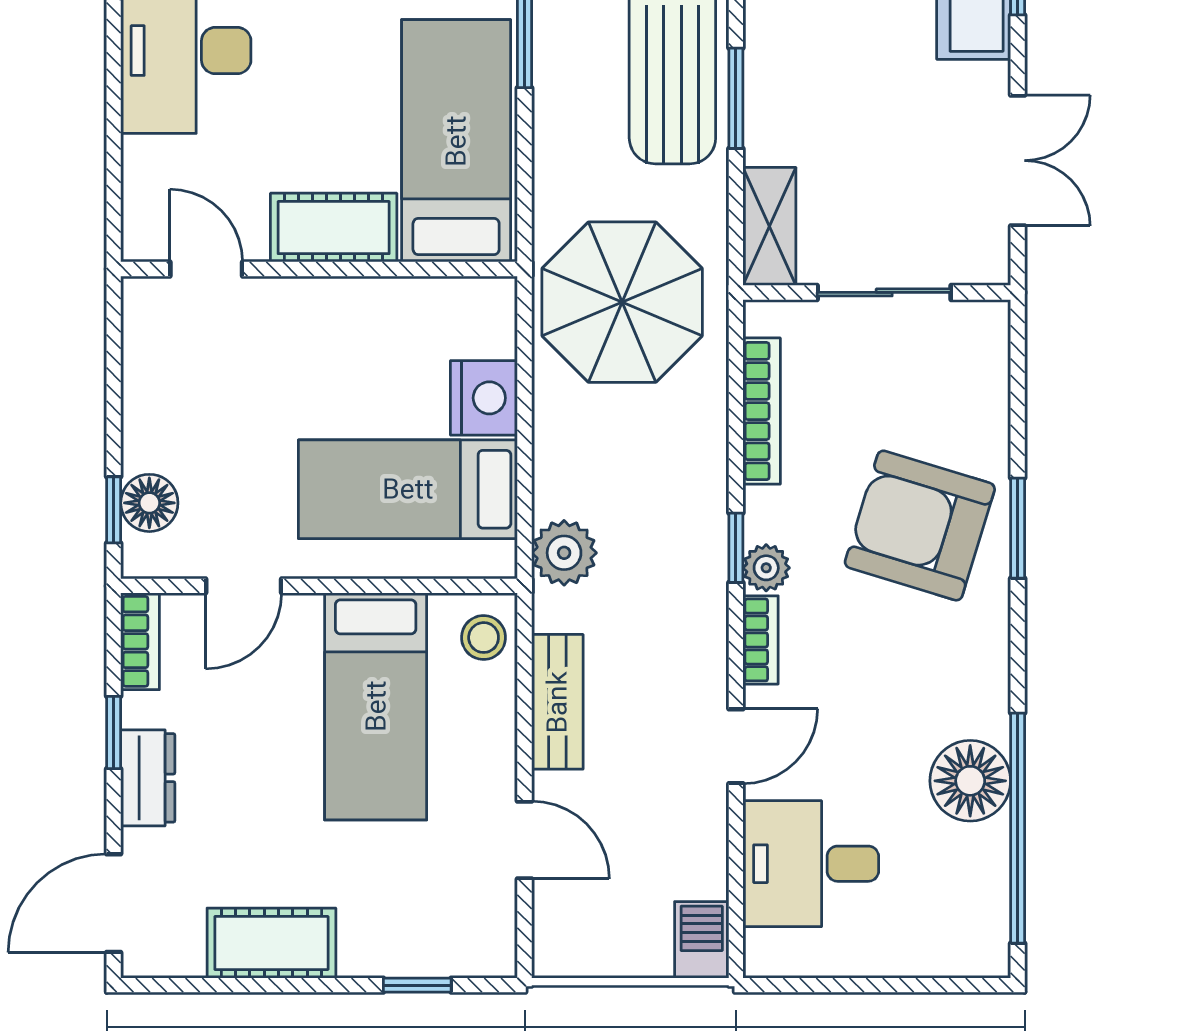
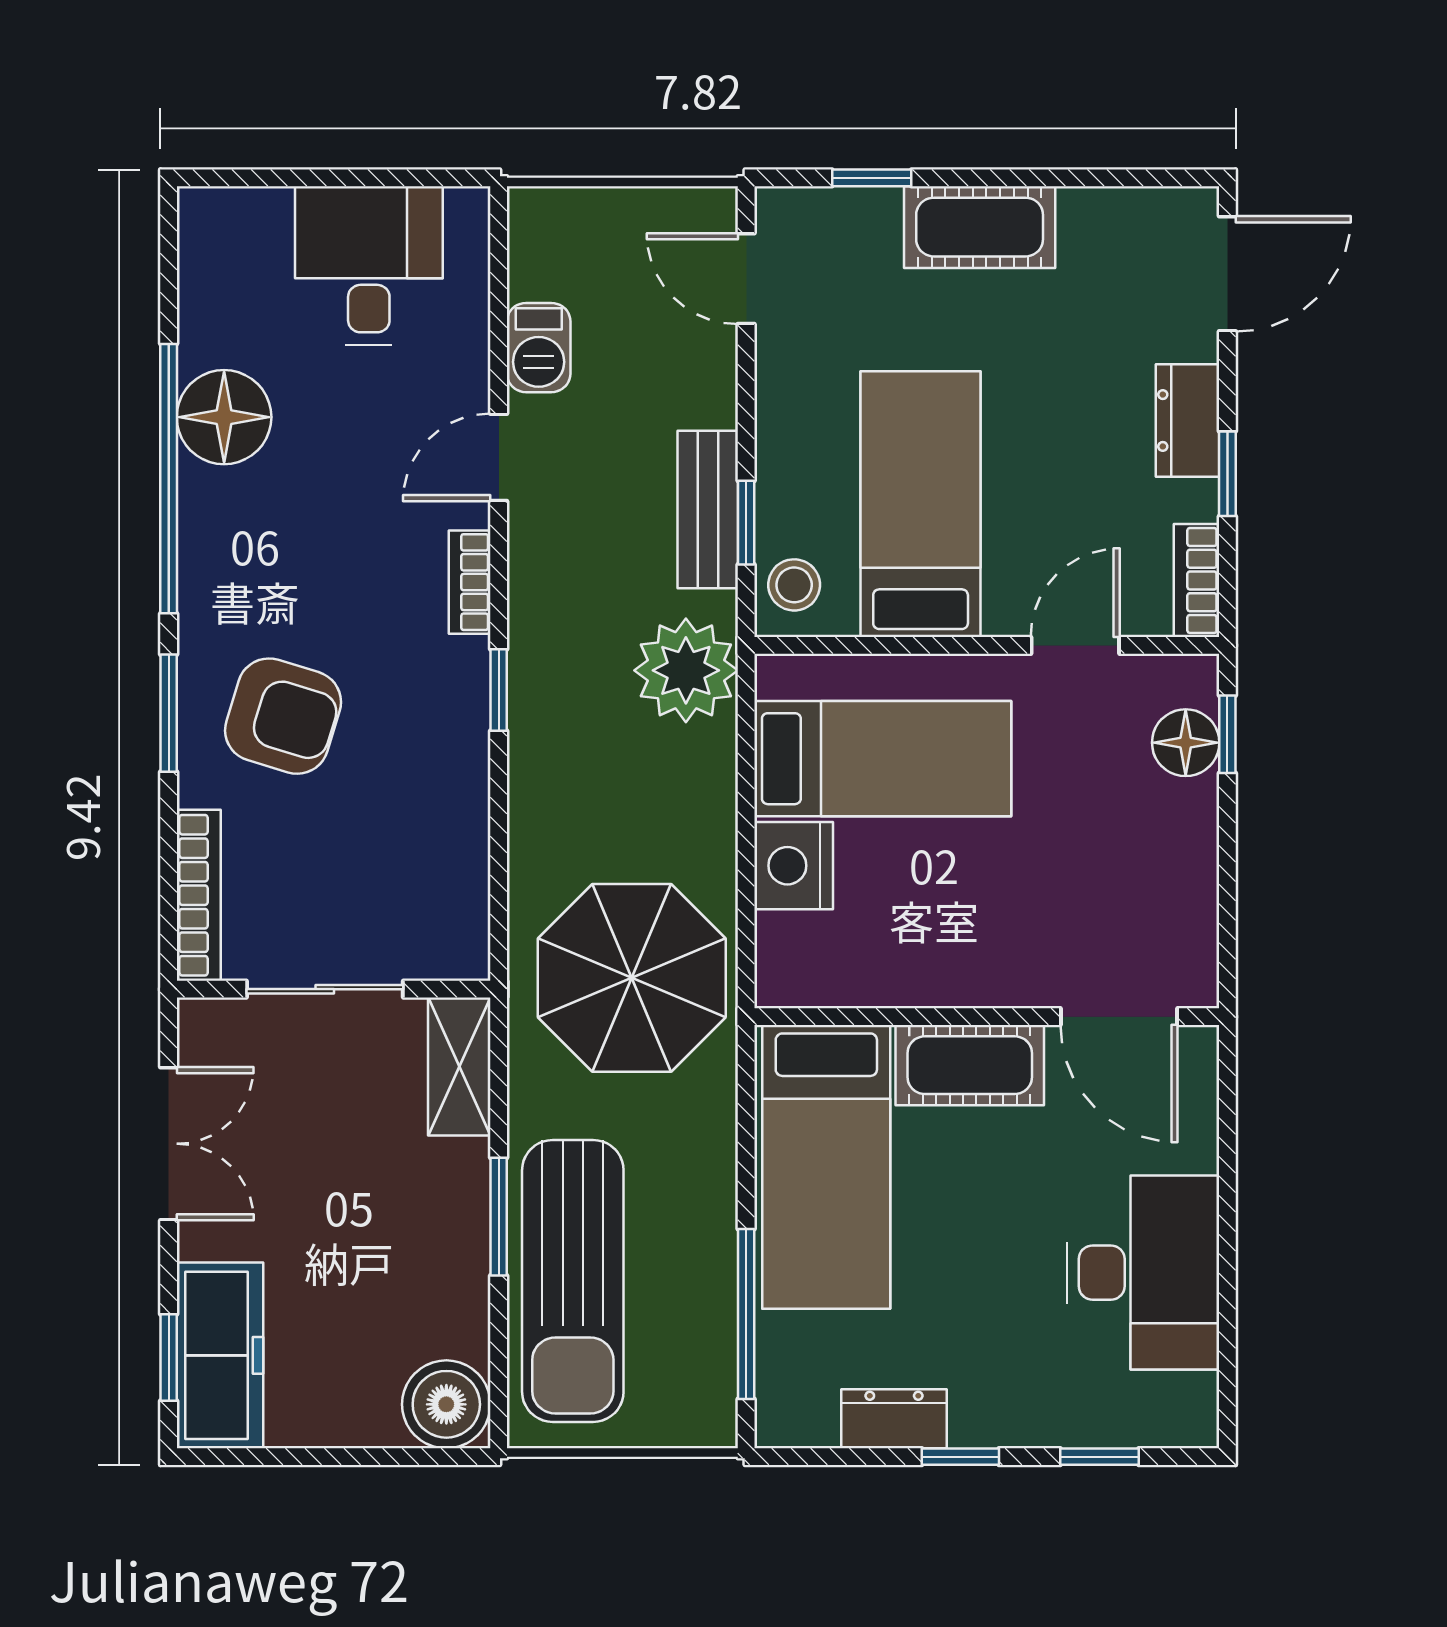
double door: (1018, 161) -> (169, 1144), swing flipped
door: (206, 269) -> (1119, 1017), width x1.38
bookcase: (762, 411) -> (199, 895), moved, turned 180
armchair: (920, 526) -> (283, 716), width x0.73, depth x0.73
plant: (564, 553) -> (686, 670), width x1.36, depth x1.36
plant: (766, 568) -> (463, 667), removed
window: (525, 691) -> (746, 523), added
window: (1018, 828) -> (169, 479), moved
door: (525, 840) -> (746, 279), moved
desk: (811, 864) -> (369, 266), moved, turned -90
barbecue: (702, 940) -> (539, 348), moved
cot: (271, 943) -> (980, 227), moved

